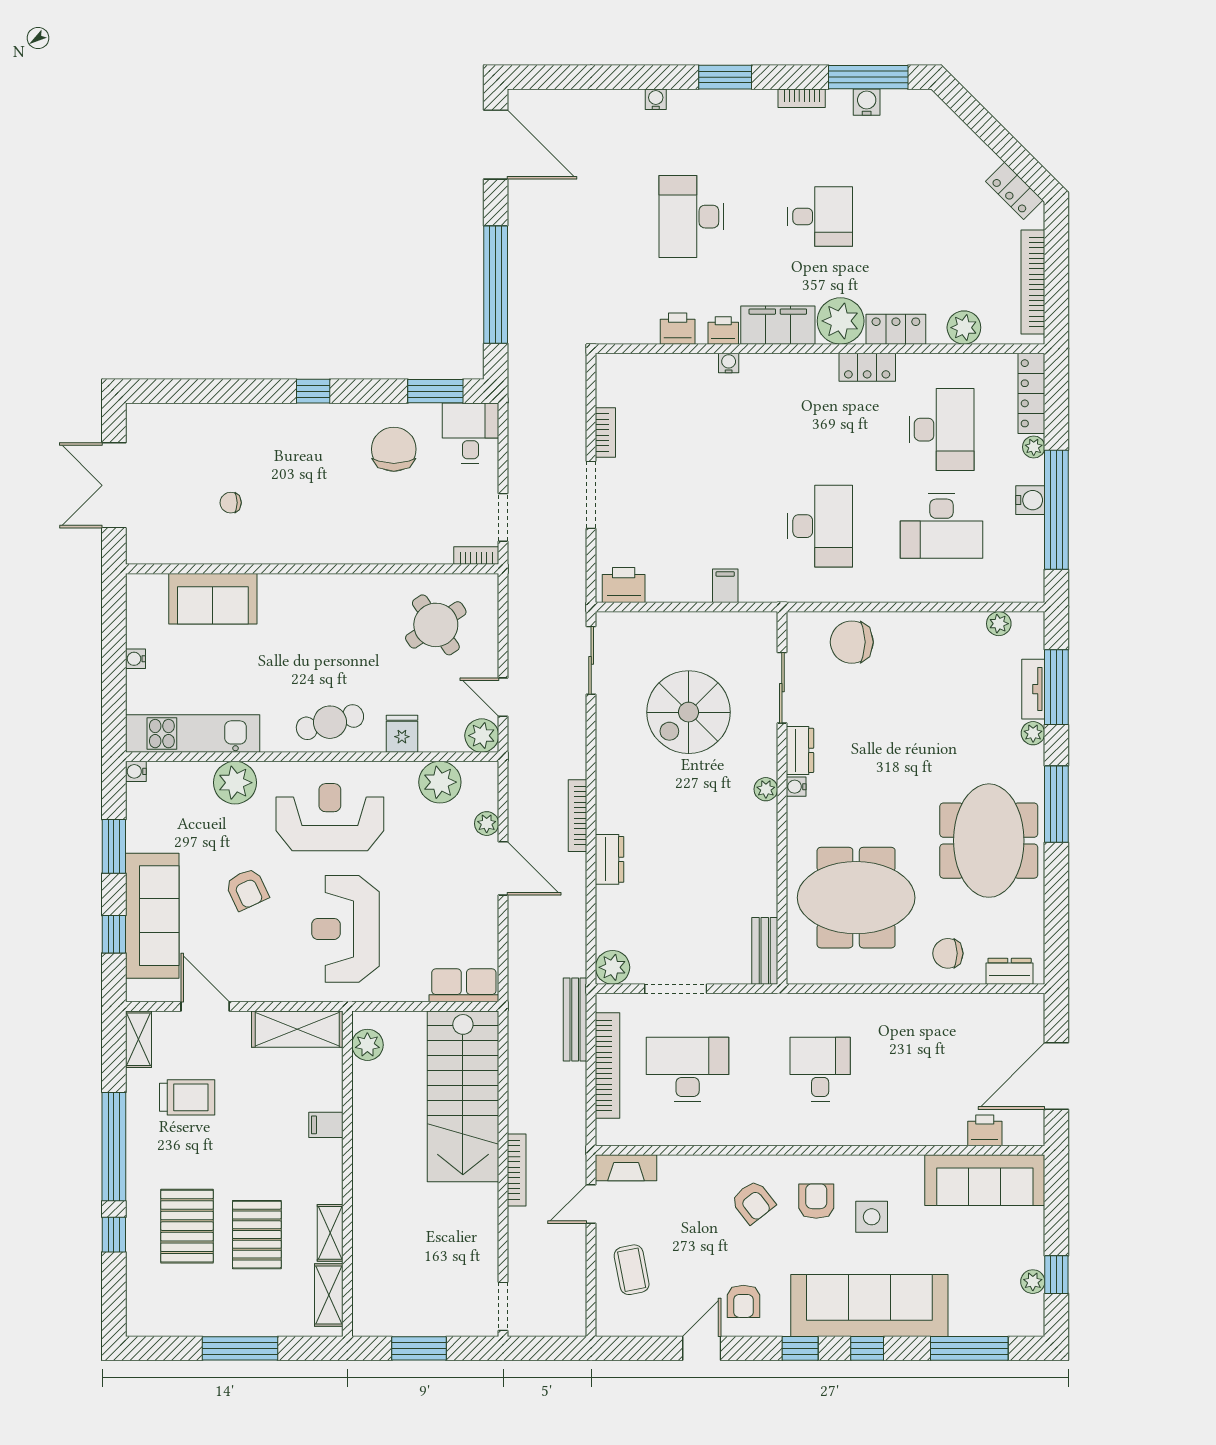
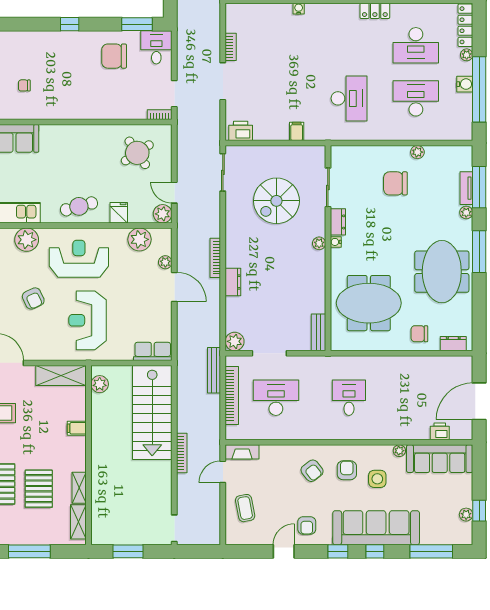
desk: (941, 430) -> (416, 45), turned 90
chair: (394, 449) -> (114, 56), turned -90
desk: (941, 526) -> (416, 98), turned 180
plant: (999, 624) -> (417, 152), moved
chair: (852, 642) -> (395, 183), moved
plant: (912, 1166) -> (399, 451), added

